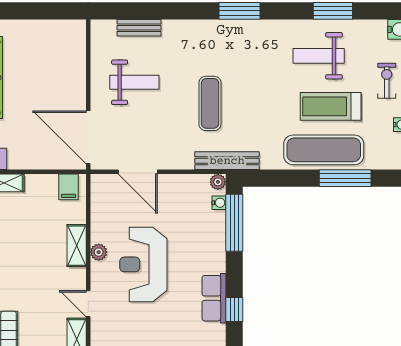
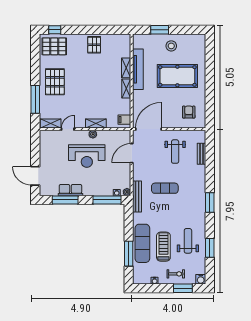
armchair: (53, 54) -> (189, 112), added
reception desk: (143, 264) -> (87, 156), turned 180
window: (234, 309) -> (65, 200), width x2.17

